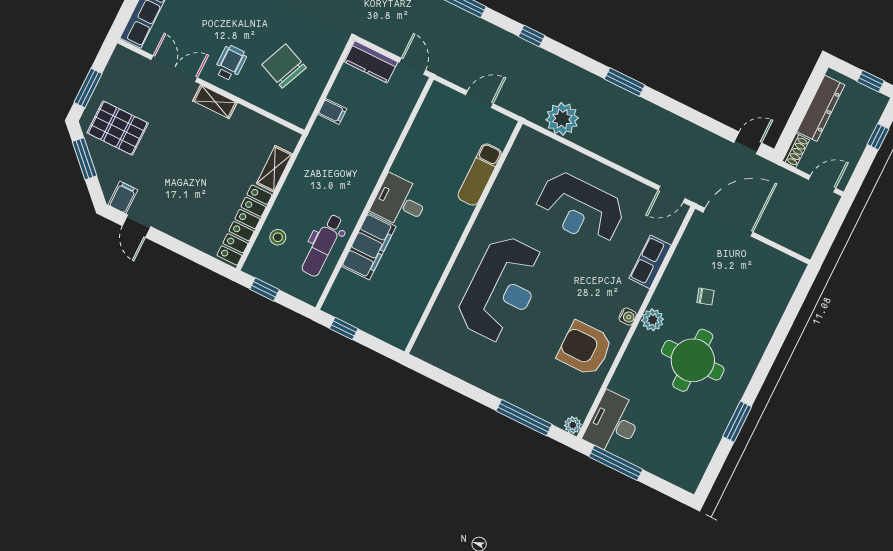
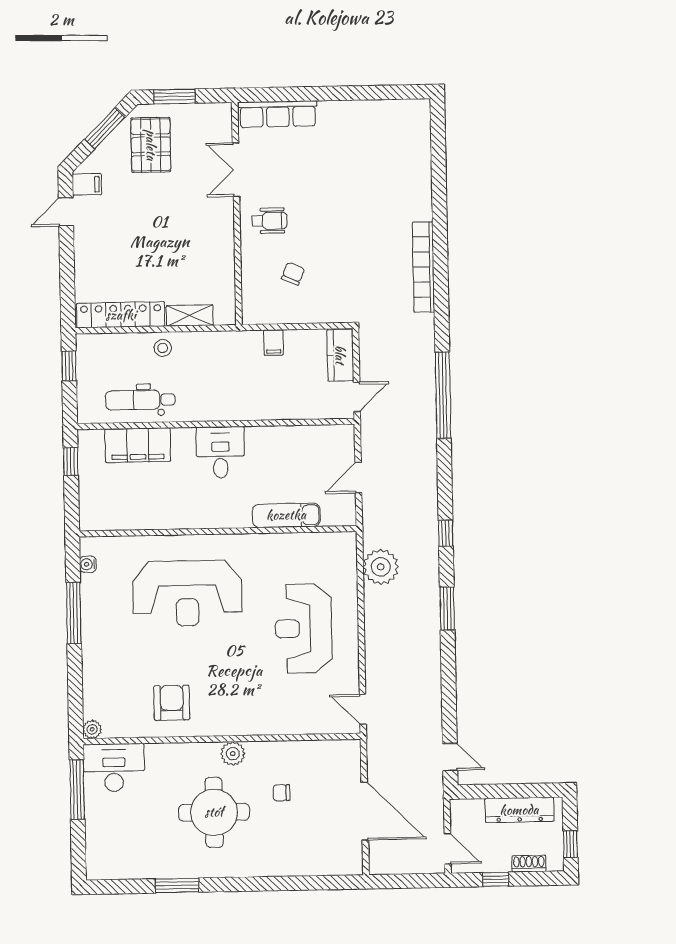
window: (532, 36) -> (446, 533), moved
chair: (284, 66) -> (293, 274), width x0.54, depth x0.54
double door: (174, 69) -> (236, 170), swing flipped
door: (479, 99) -> (358, 478), swing flipped
shelving: (215, 102) -> (224, 225), removed
window: (878, 137) -> (496, 879), moved
shoe rack: (796, 151) -> (529, 864), moved, turned 180
door: (728, 222) -> (365, 811), moved
stool: (278, 237) -> (163, 348), moved
filing cabinet: (369, 246) -> (138, 445), moved
row of seats: (650, 262) -> (287, 722), removed
chair: (705, 296) -> (282, 793), turned 107
water cooler: (628, 317) -> (88, 564), moved, turned 90
armchair: (585, 348) -> (172, 703), width x0.73, depth x0.73
window: (524, 418) -> (74, 613), moved

